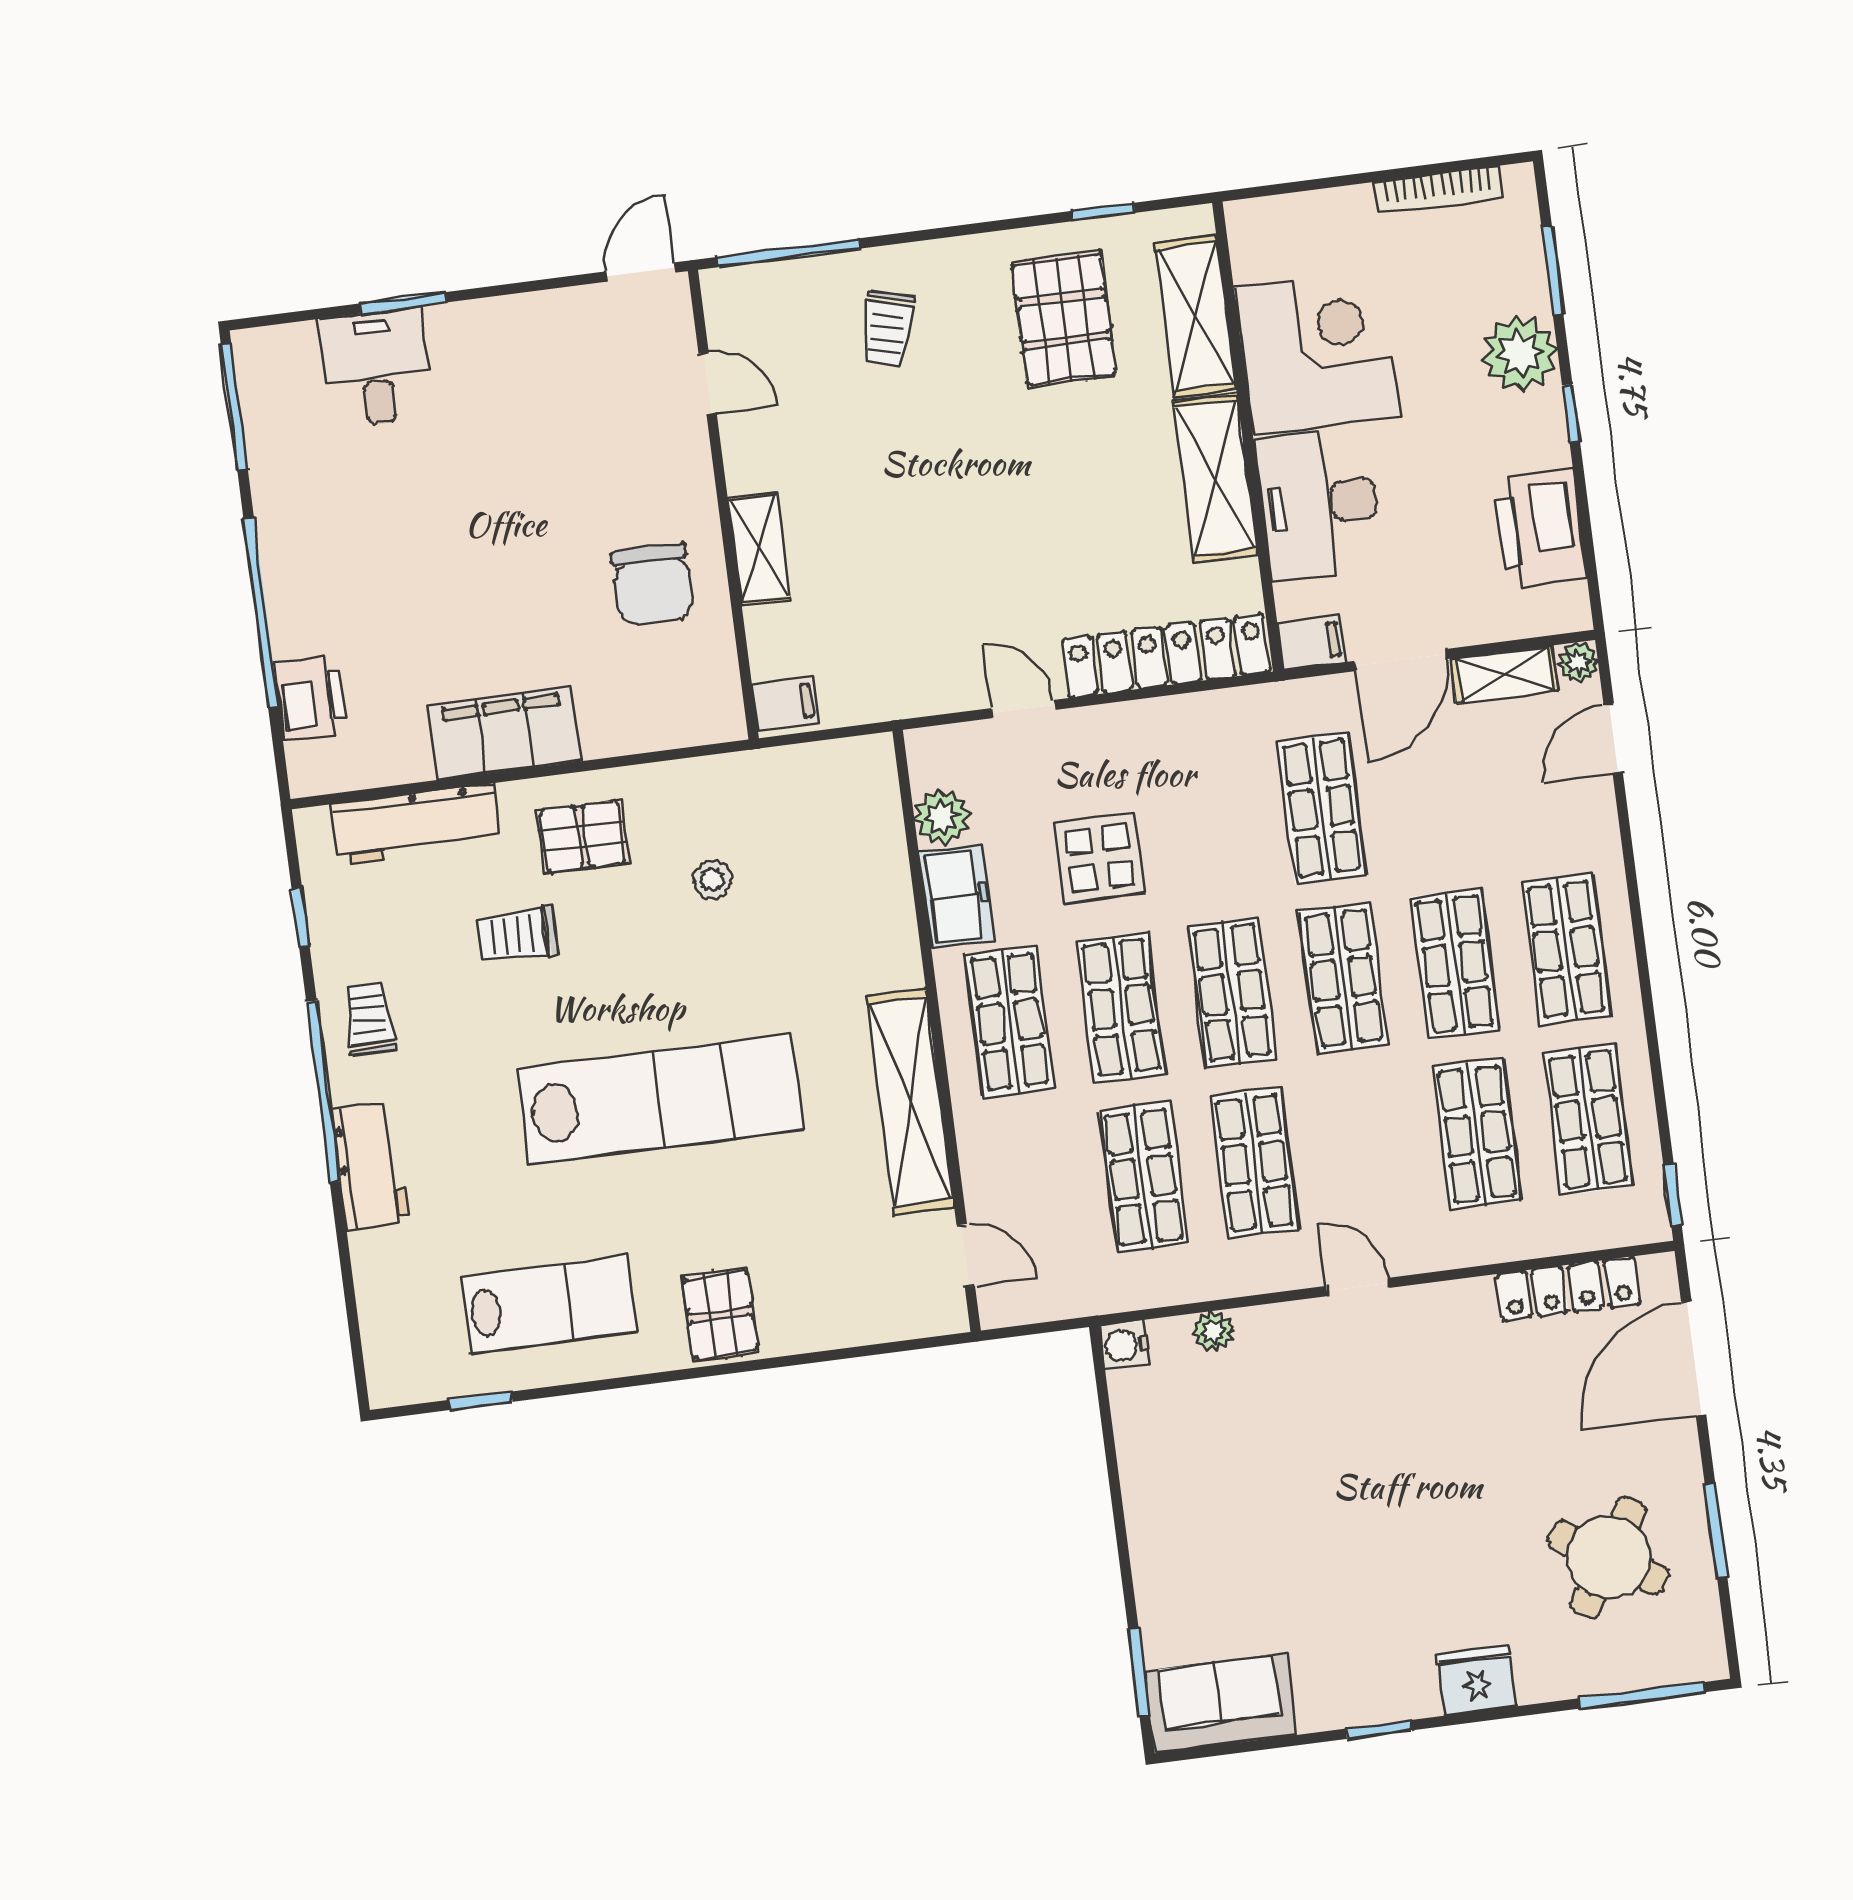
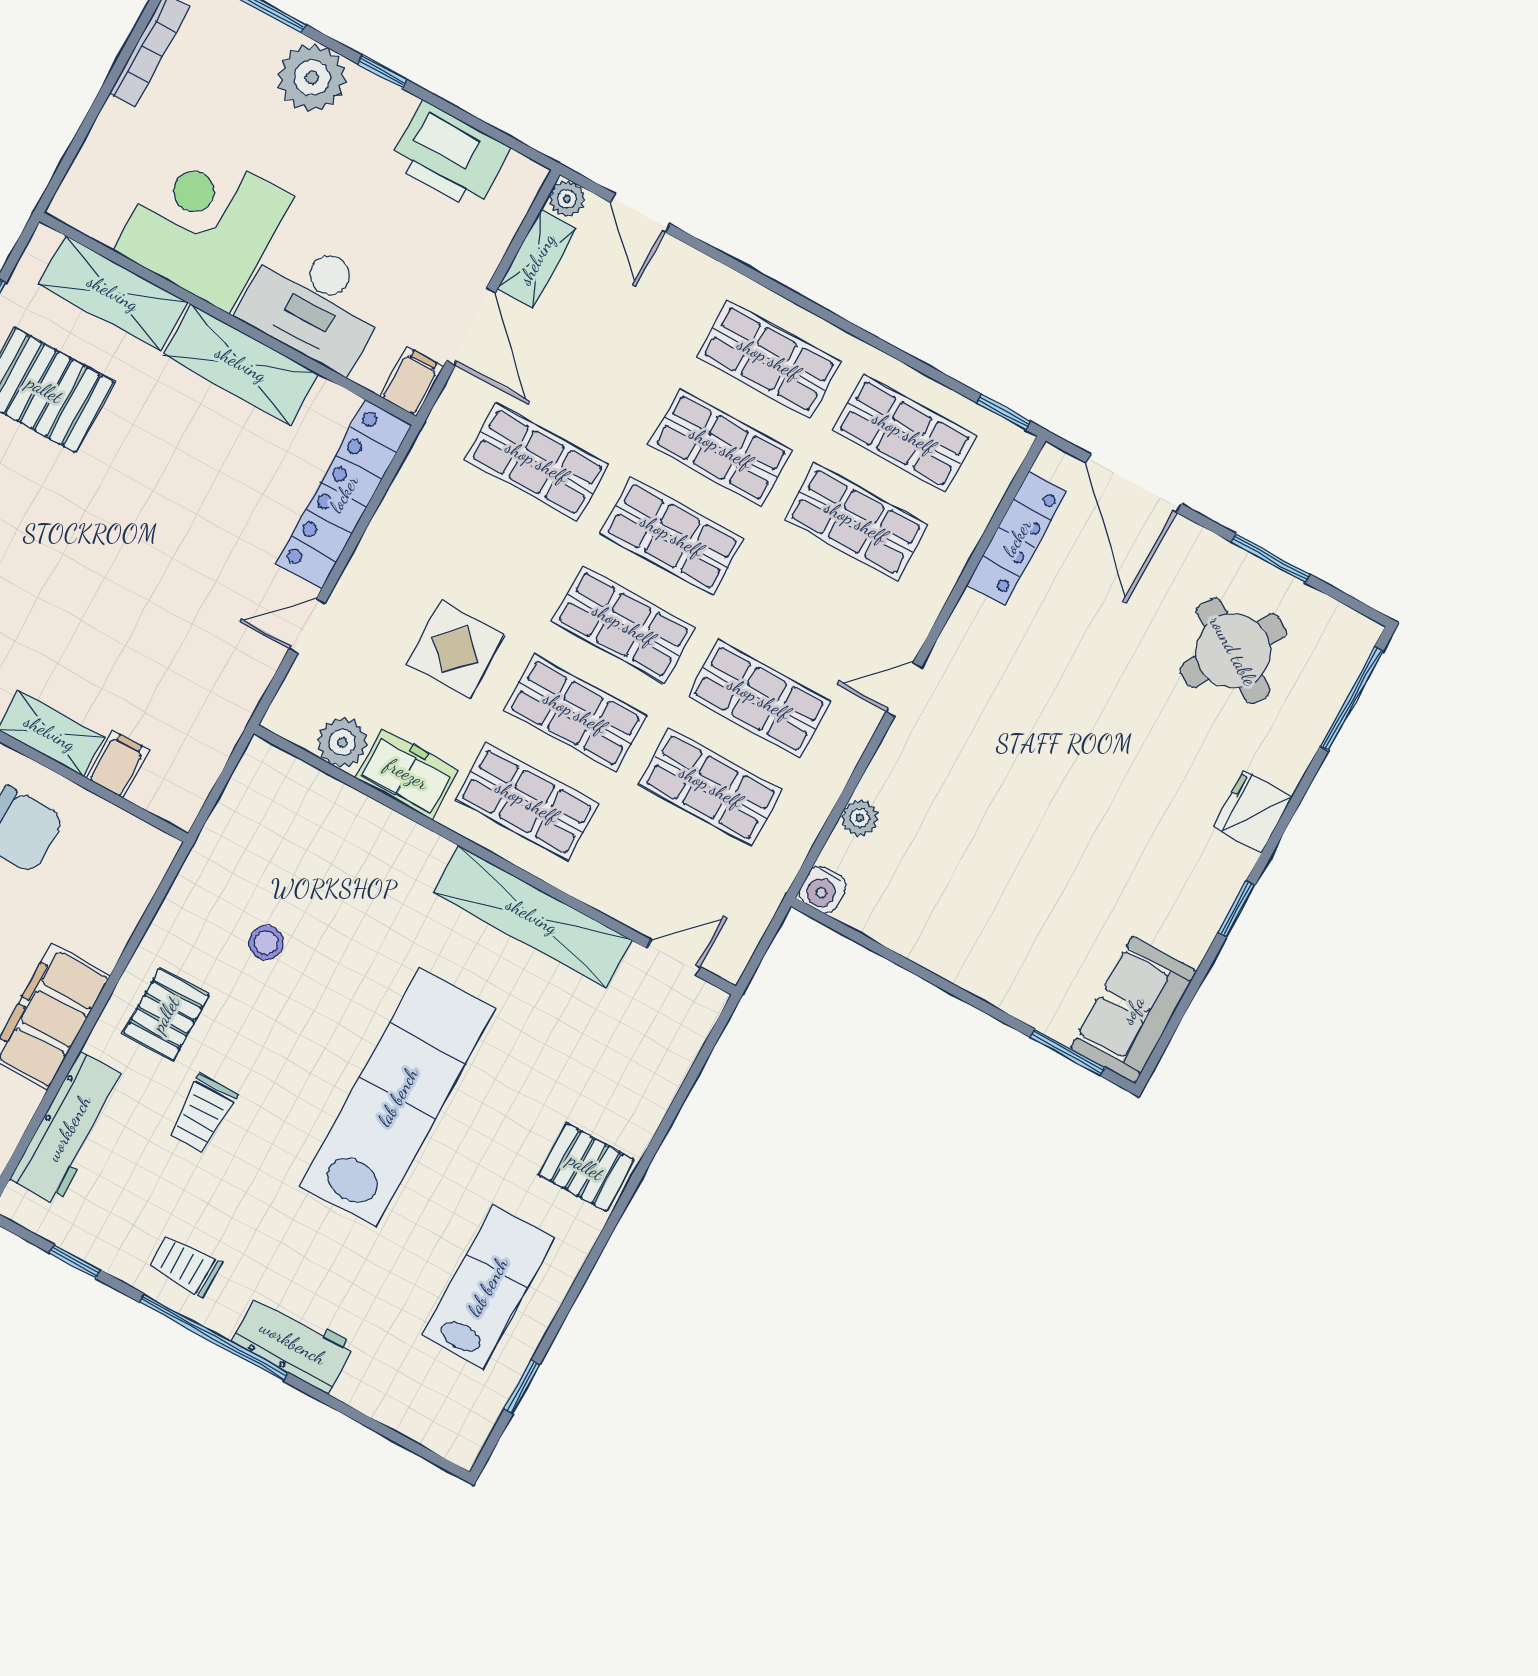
filing cabinet: (785, 703) -> (118, 764), moved

